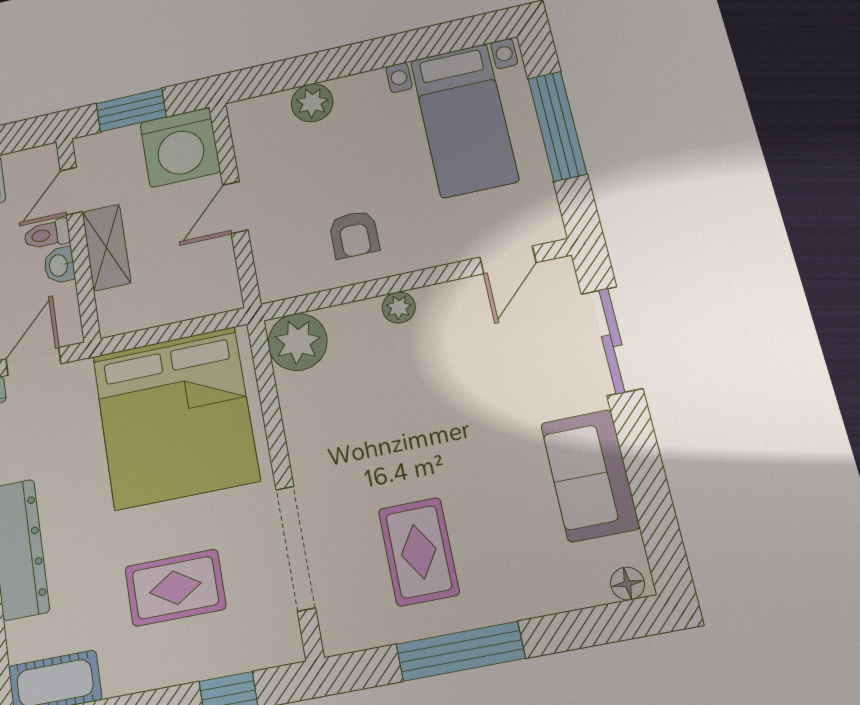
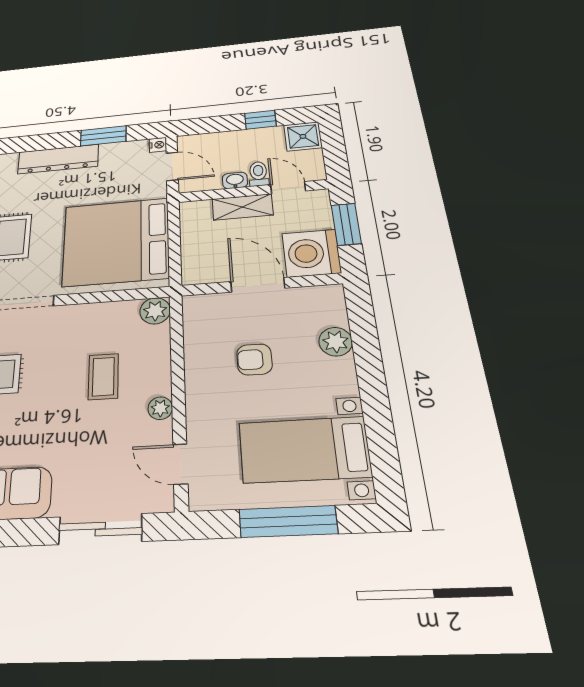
door: (235, 208) -> (258, 285), width x1.38
armchair: (354, 234) -> (254, 359), moved
plant: (399, 307) -> (160, 408), moved
plant: (298, 342) -> (155, 311), width x0.73, depth x0.73
coffee table: (399, 385) -> (103, 377), added

